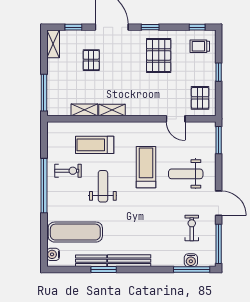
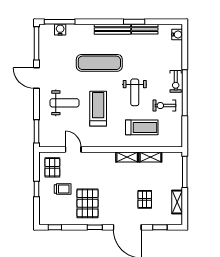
shelving: (53, 44) -> (177, 202), moved
trolley: (200, 46) -> (63, 189), moved
treadmill: (146, 167) -> (98, 109), turned 180
exercise bike: (192, 228) -> (176, 81), moved
exercise mat: (75, 232) -> (99, 63), moved

